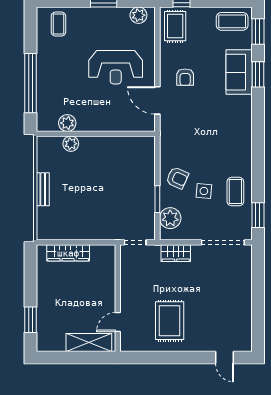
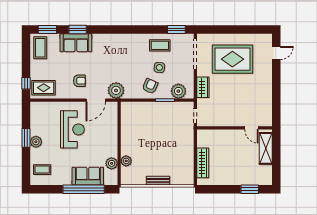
plant: (138, 15) -> (36, 142), moved
sofa: (49, 89) -> (88, 176), added
plant: (171, 129) -> (116, 90), added
rug: (170, 321) -> (232, 59), moved, width x1.37, depth x1.44

